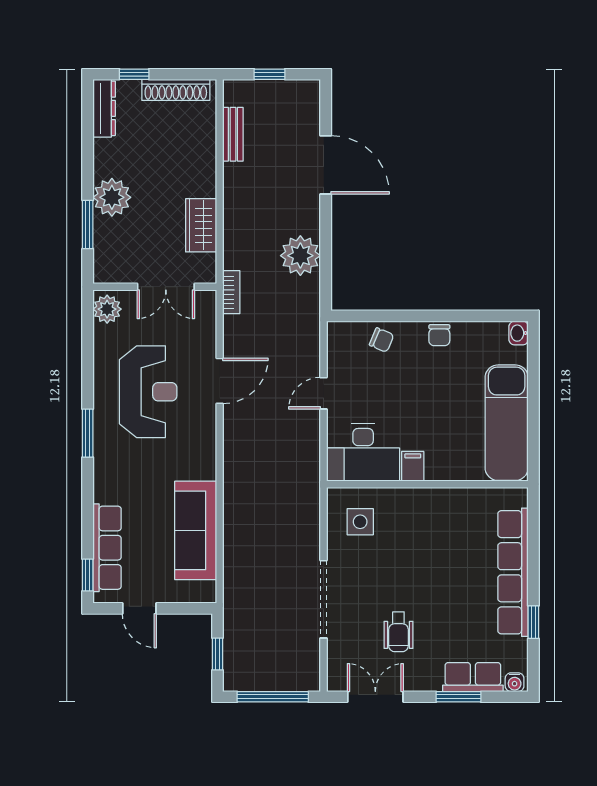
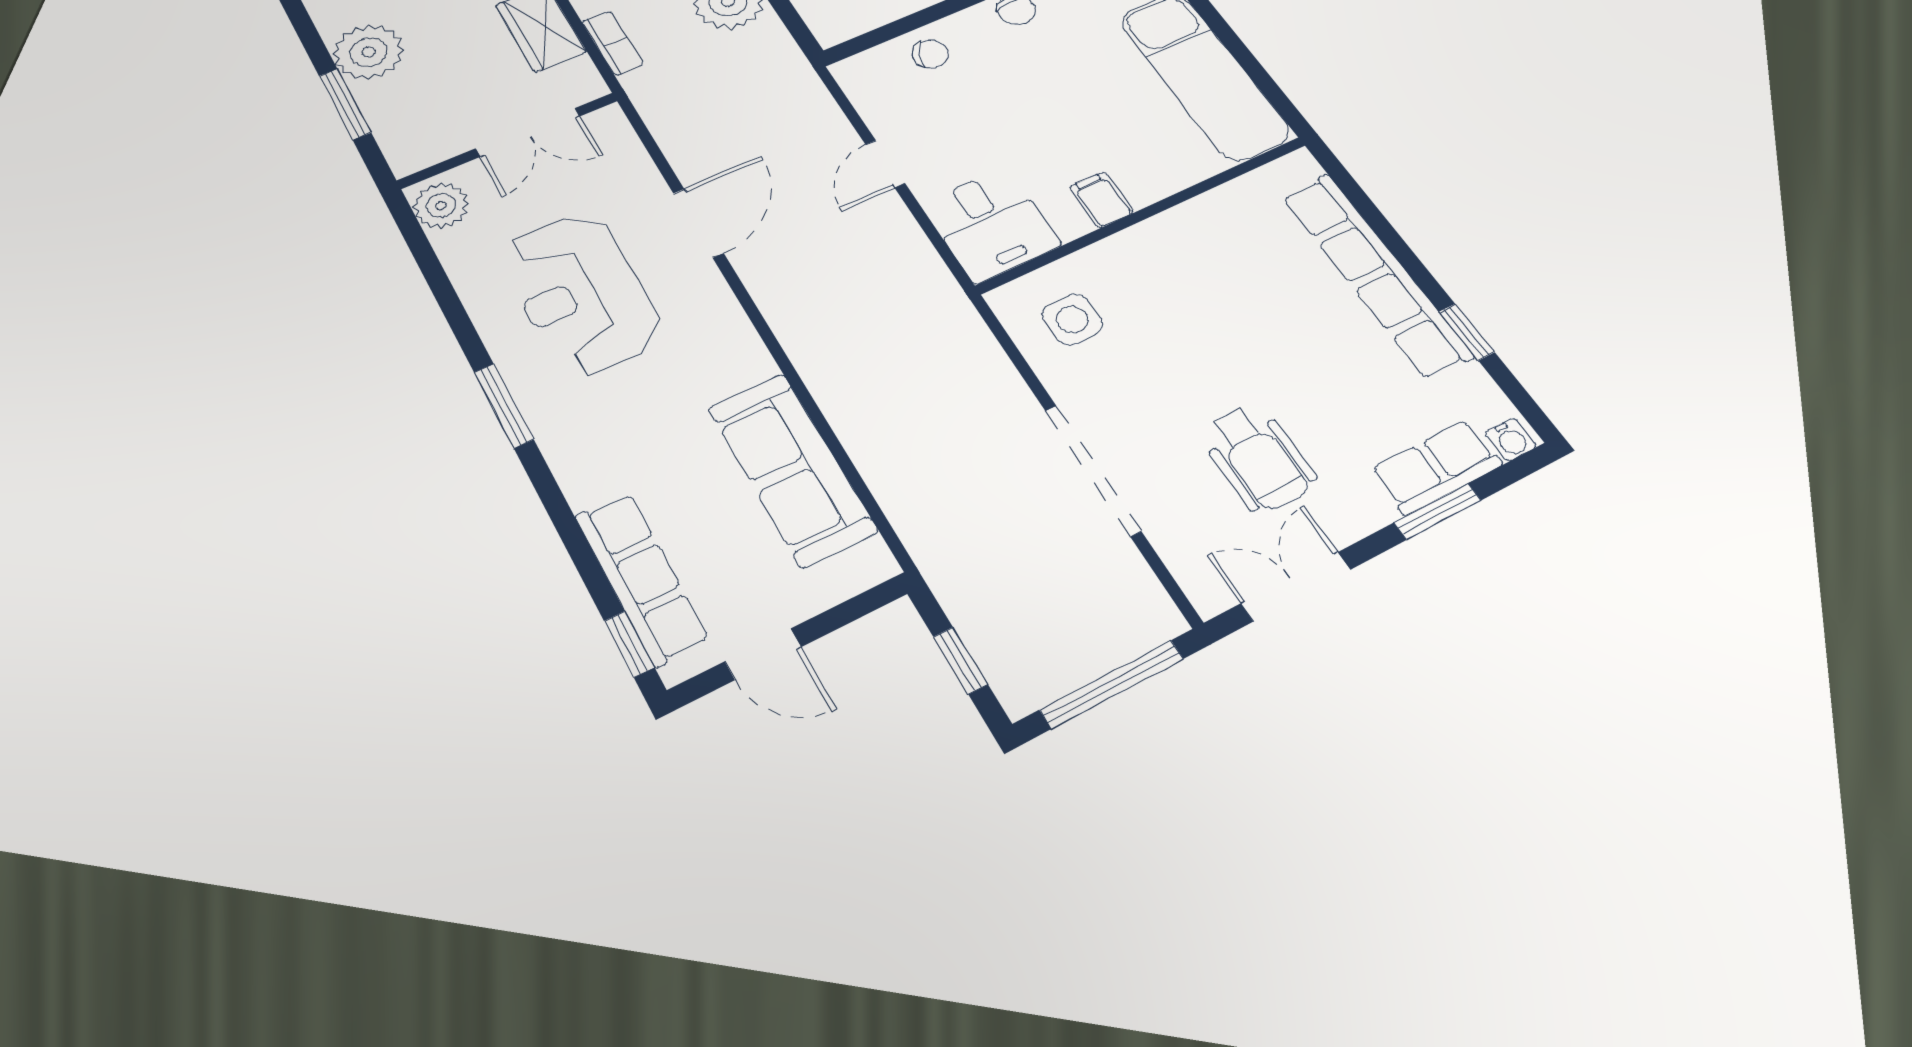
bookcase: (231, 292) -> (612, 43), moved
reception desk: (148, 392) -> (581, 293), turned 180
desk: (363, 452) -> (991, 224), width x0.73
wheelchair: (398, 632) -> (1258, 458), width x1.36, depth x1.37

